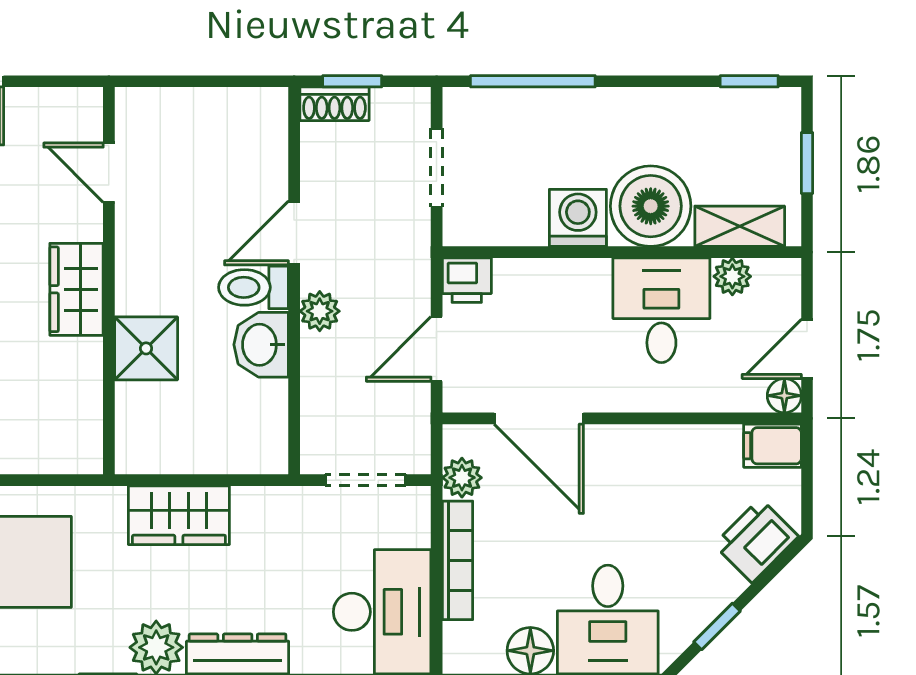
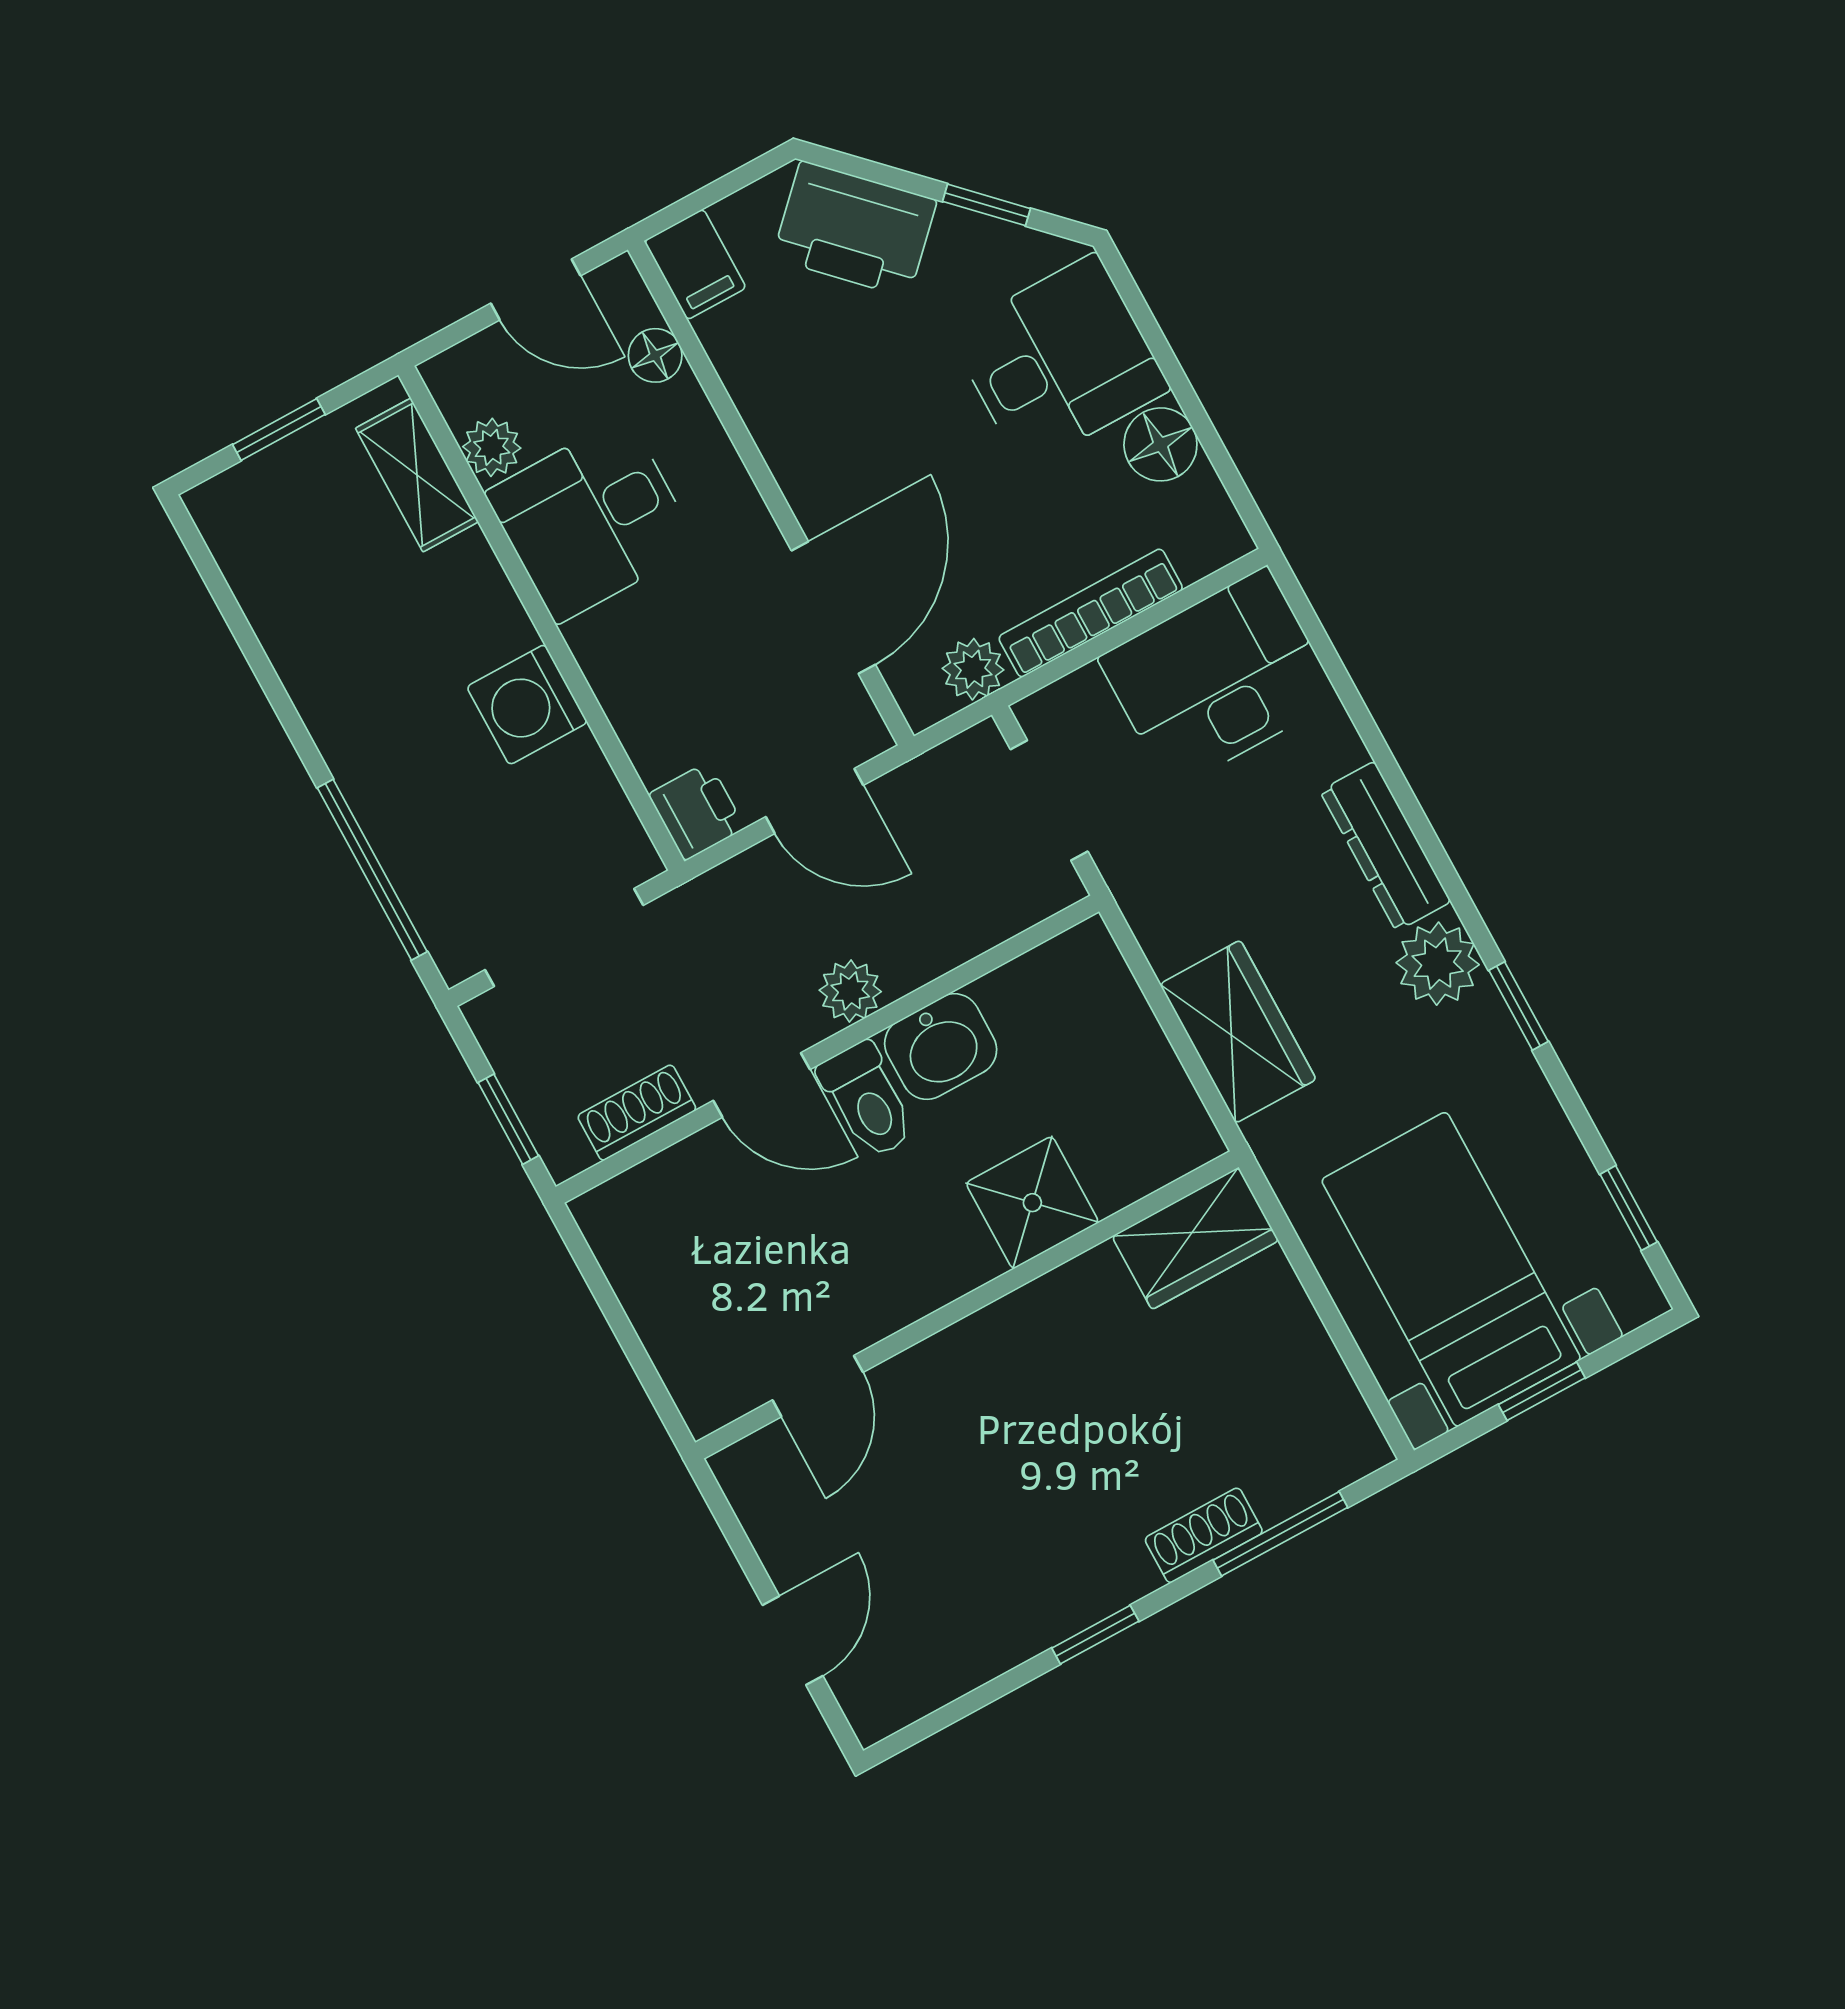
window: (749, 81) -> (209, 571), removed
shoe rack: (334, 104) -> (637, 1113), moved, turned -90
doorway: (437, 168) -> (564, 938), width x1.38
boiler: (651, 206) -> (456, 613), removed
wardrobe: (77, 289) -> (1195, 1238), moved
floor lamp: (784, 396) -> (655, 355), moved
printer: (756, 540) -> (855, 229), width x1.37, depth x1.19

